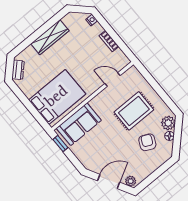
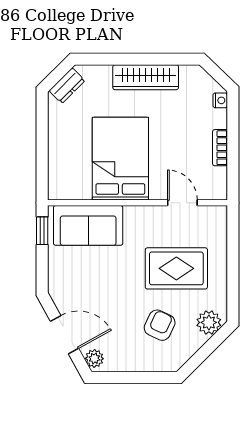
bed: (57, 97) -> (120, 159), moved, turned -90
floor lamp: (169, 136) -> (196, 341), removed

